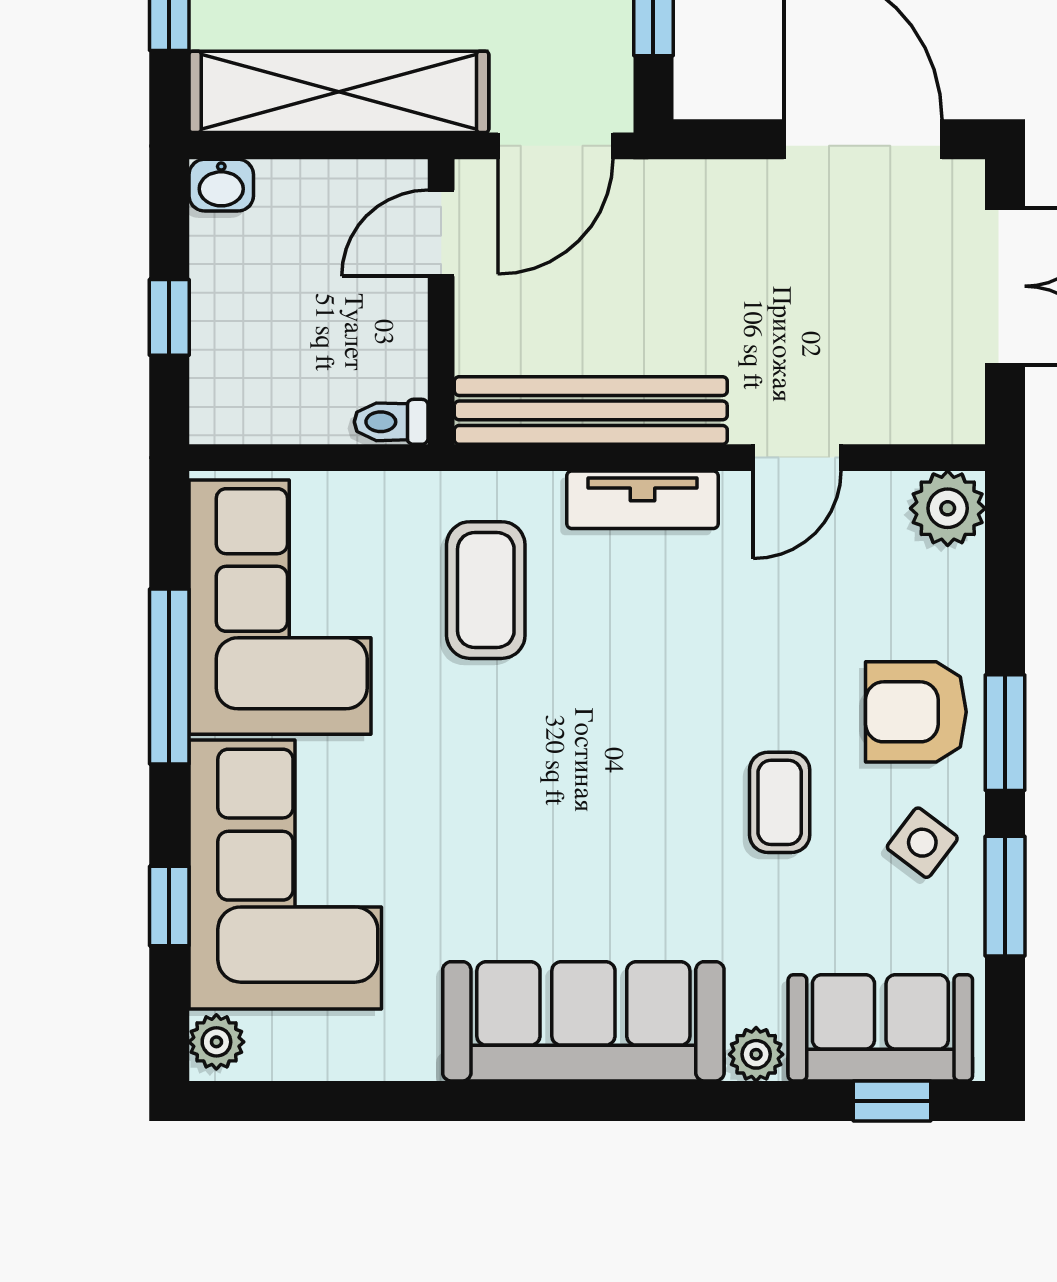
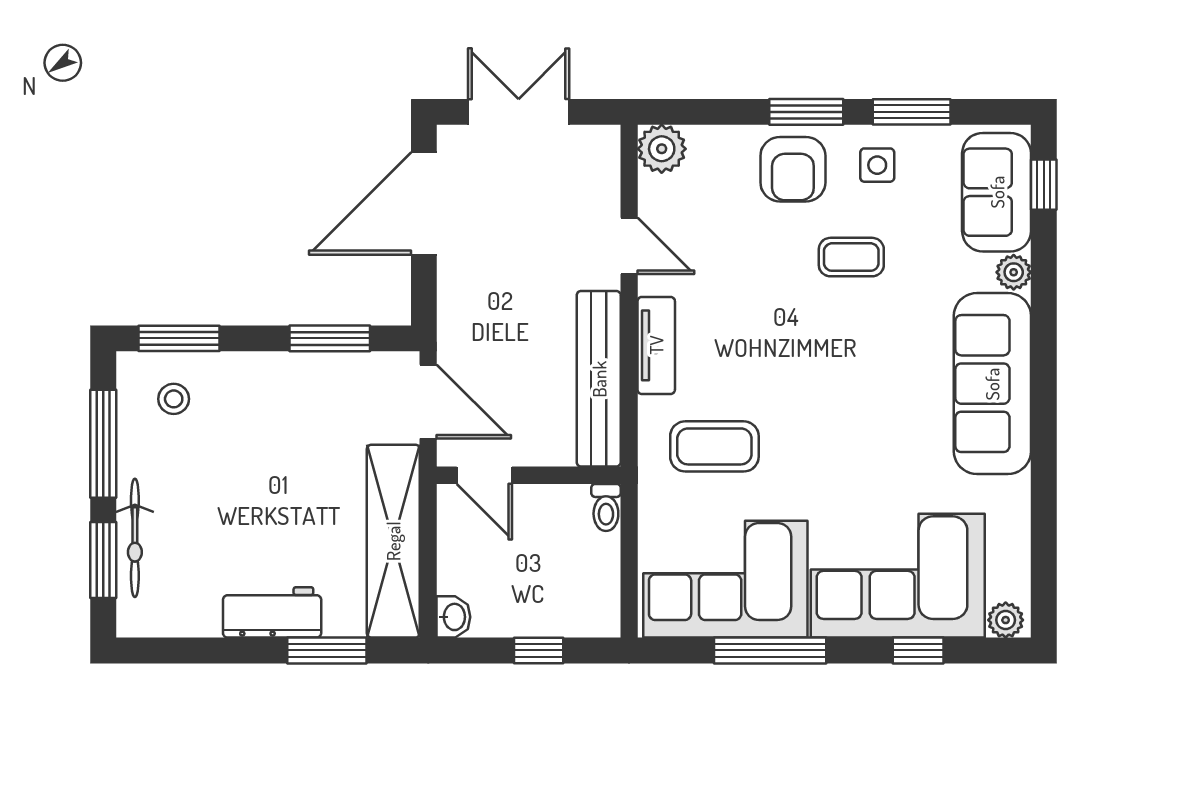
side table: (922, 843) -> (877, 165), turned -37

